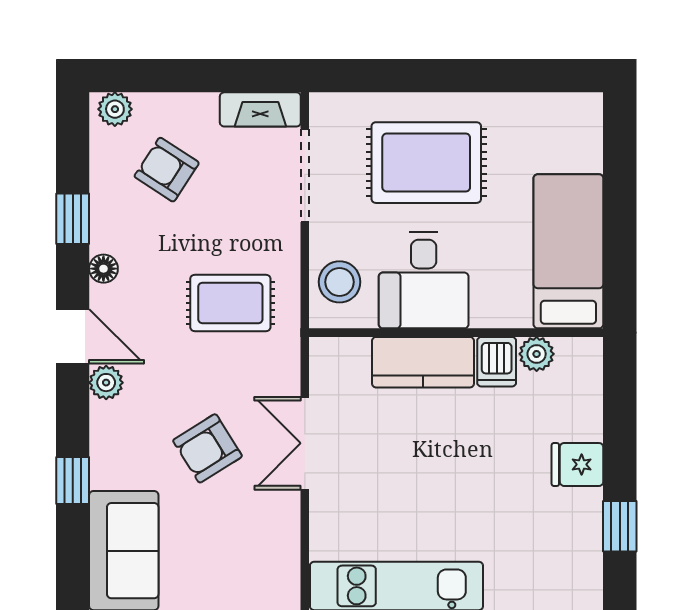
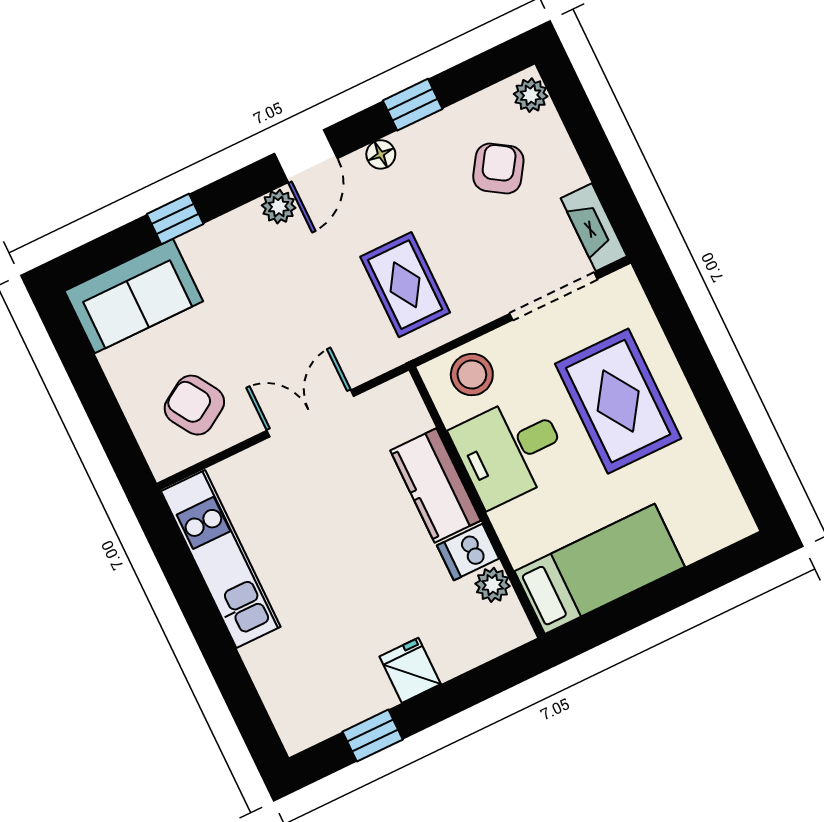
armchair: (207, 448) -> (194, 405), moved

